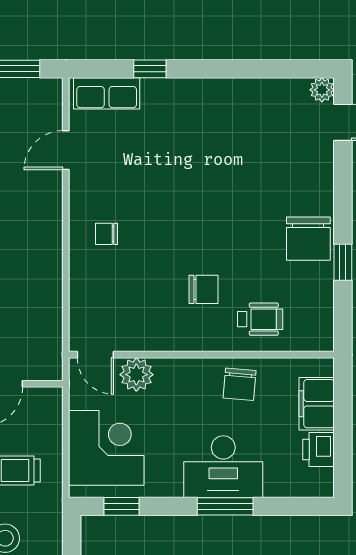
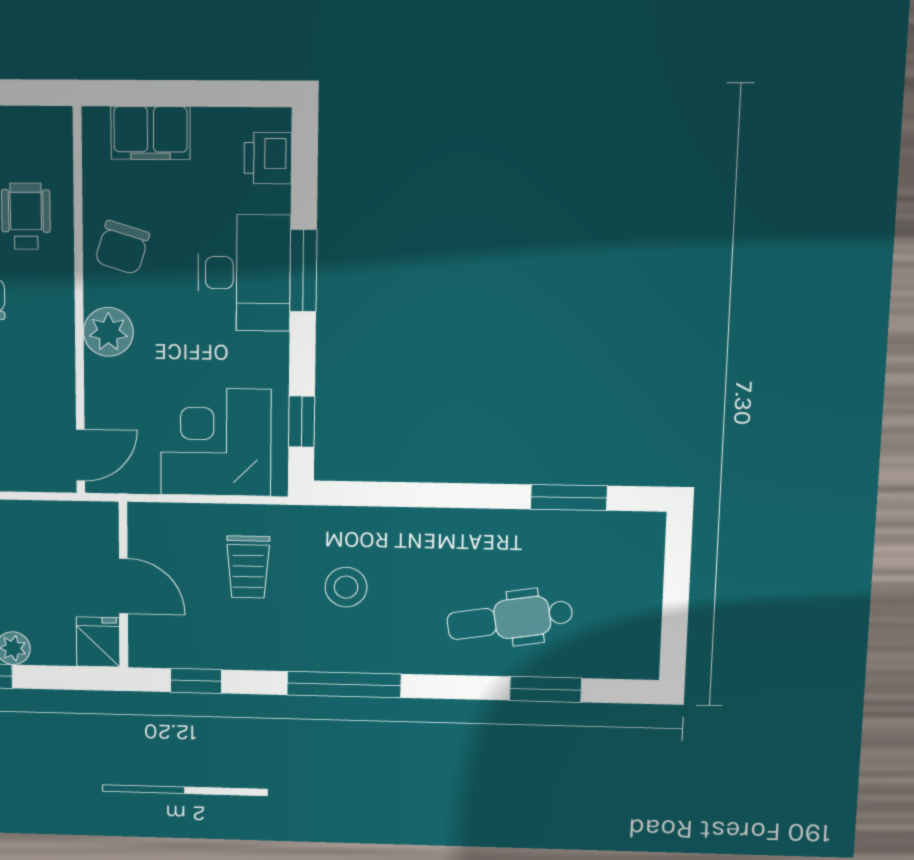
plant: (136, 375) -> (108, 332), moved
chair: (240, 384) -> (122, 248), turned 102
printer: (319, 450) -> (268, 158), moved, turned 90

